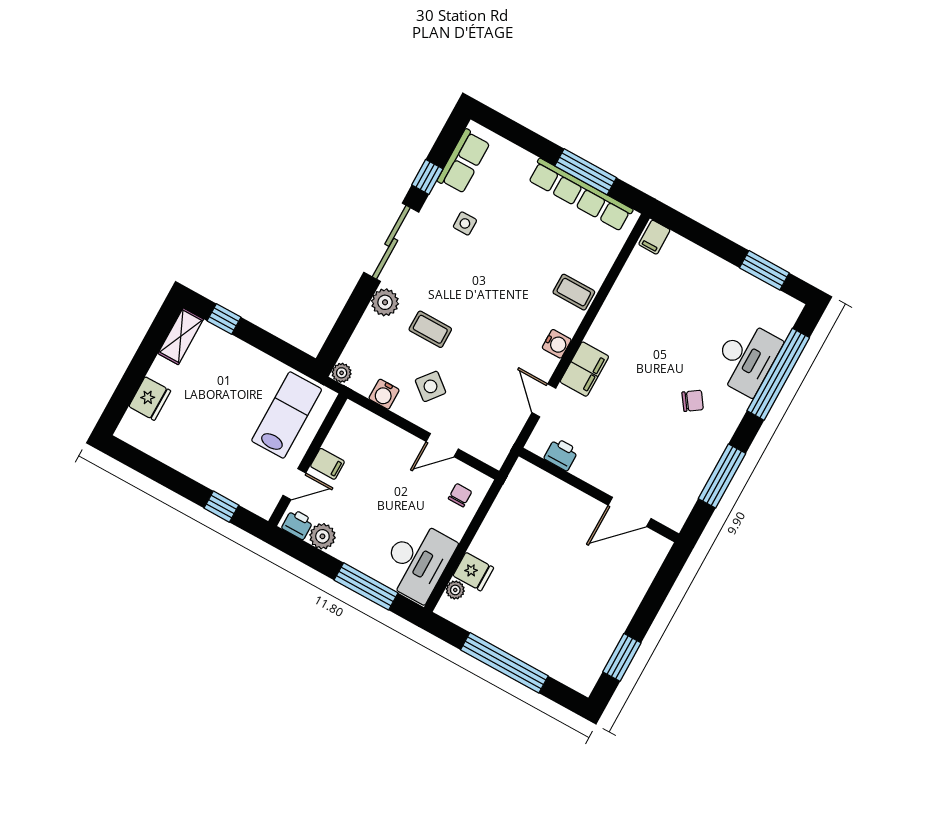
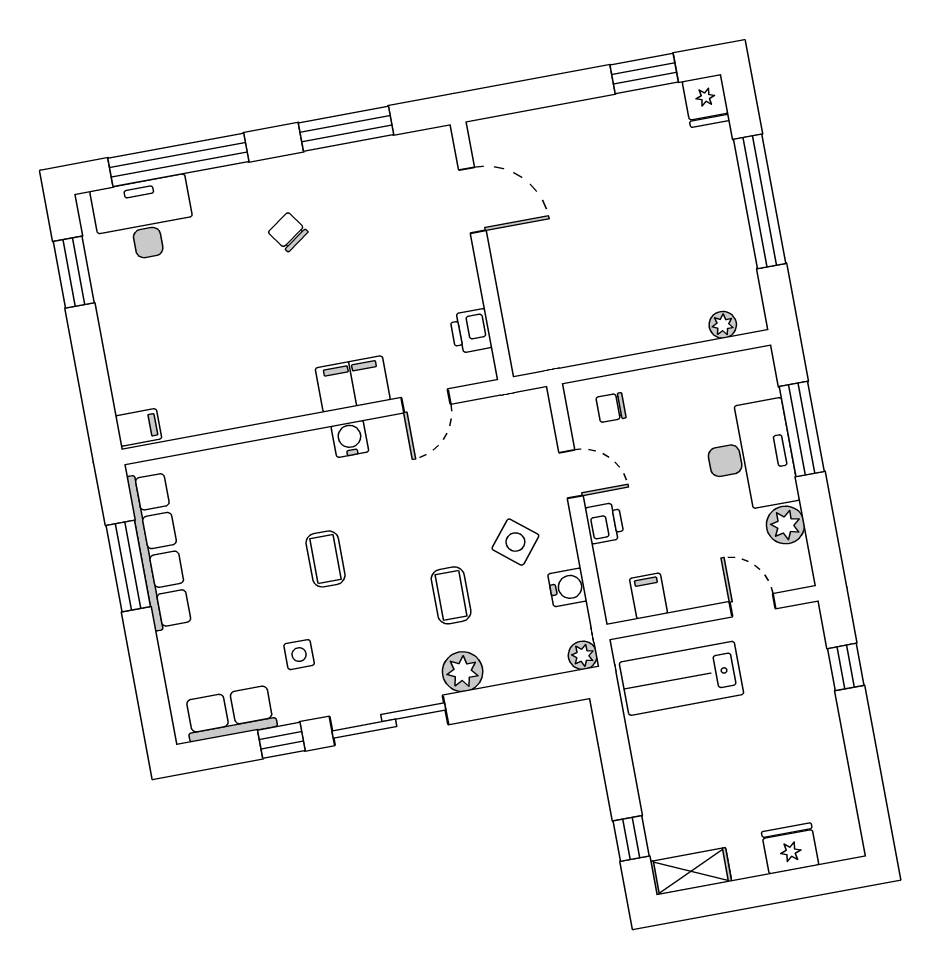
coffee table: (574, 292) -> (326, 559), moved
desk: (746, 358) -> (144, 219), moved
filing cabinet: (327, 464) -> (649, 596), moved
printer: (298, 524) -> (605, 523), moved, turned 180
desk: (417, 561) -> (750, 456), moved, turned 90
fridge: (473, 572) -> (706, 101), moved, turned 180

